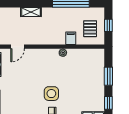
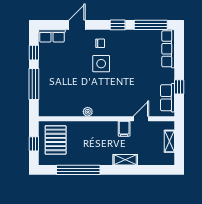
pallet: (90, 29) -> (56, 140), width x1.50, depth x1.42
filing cabinet: (71, 38) -> (124, 129), moved
window: (108, 76) -> (34, 84), width x1.44

